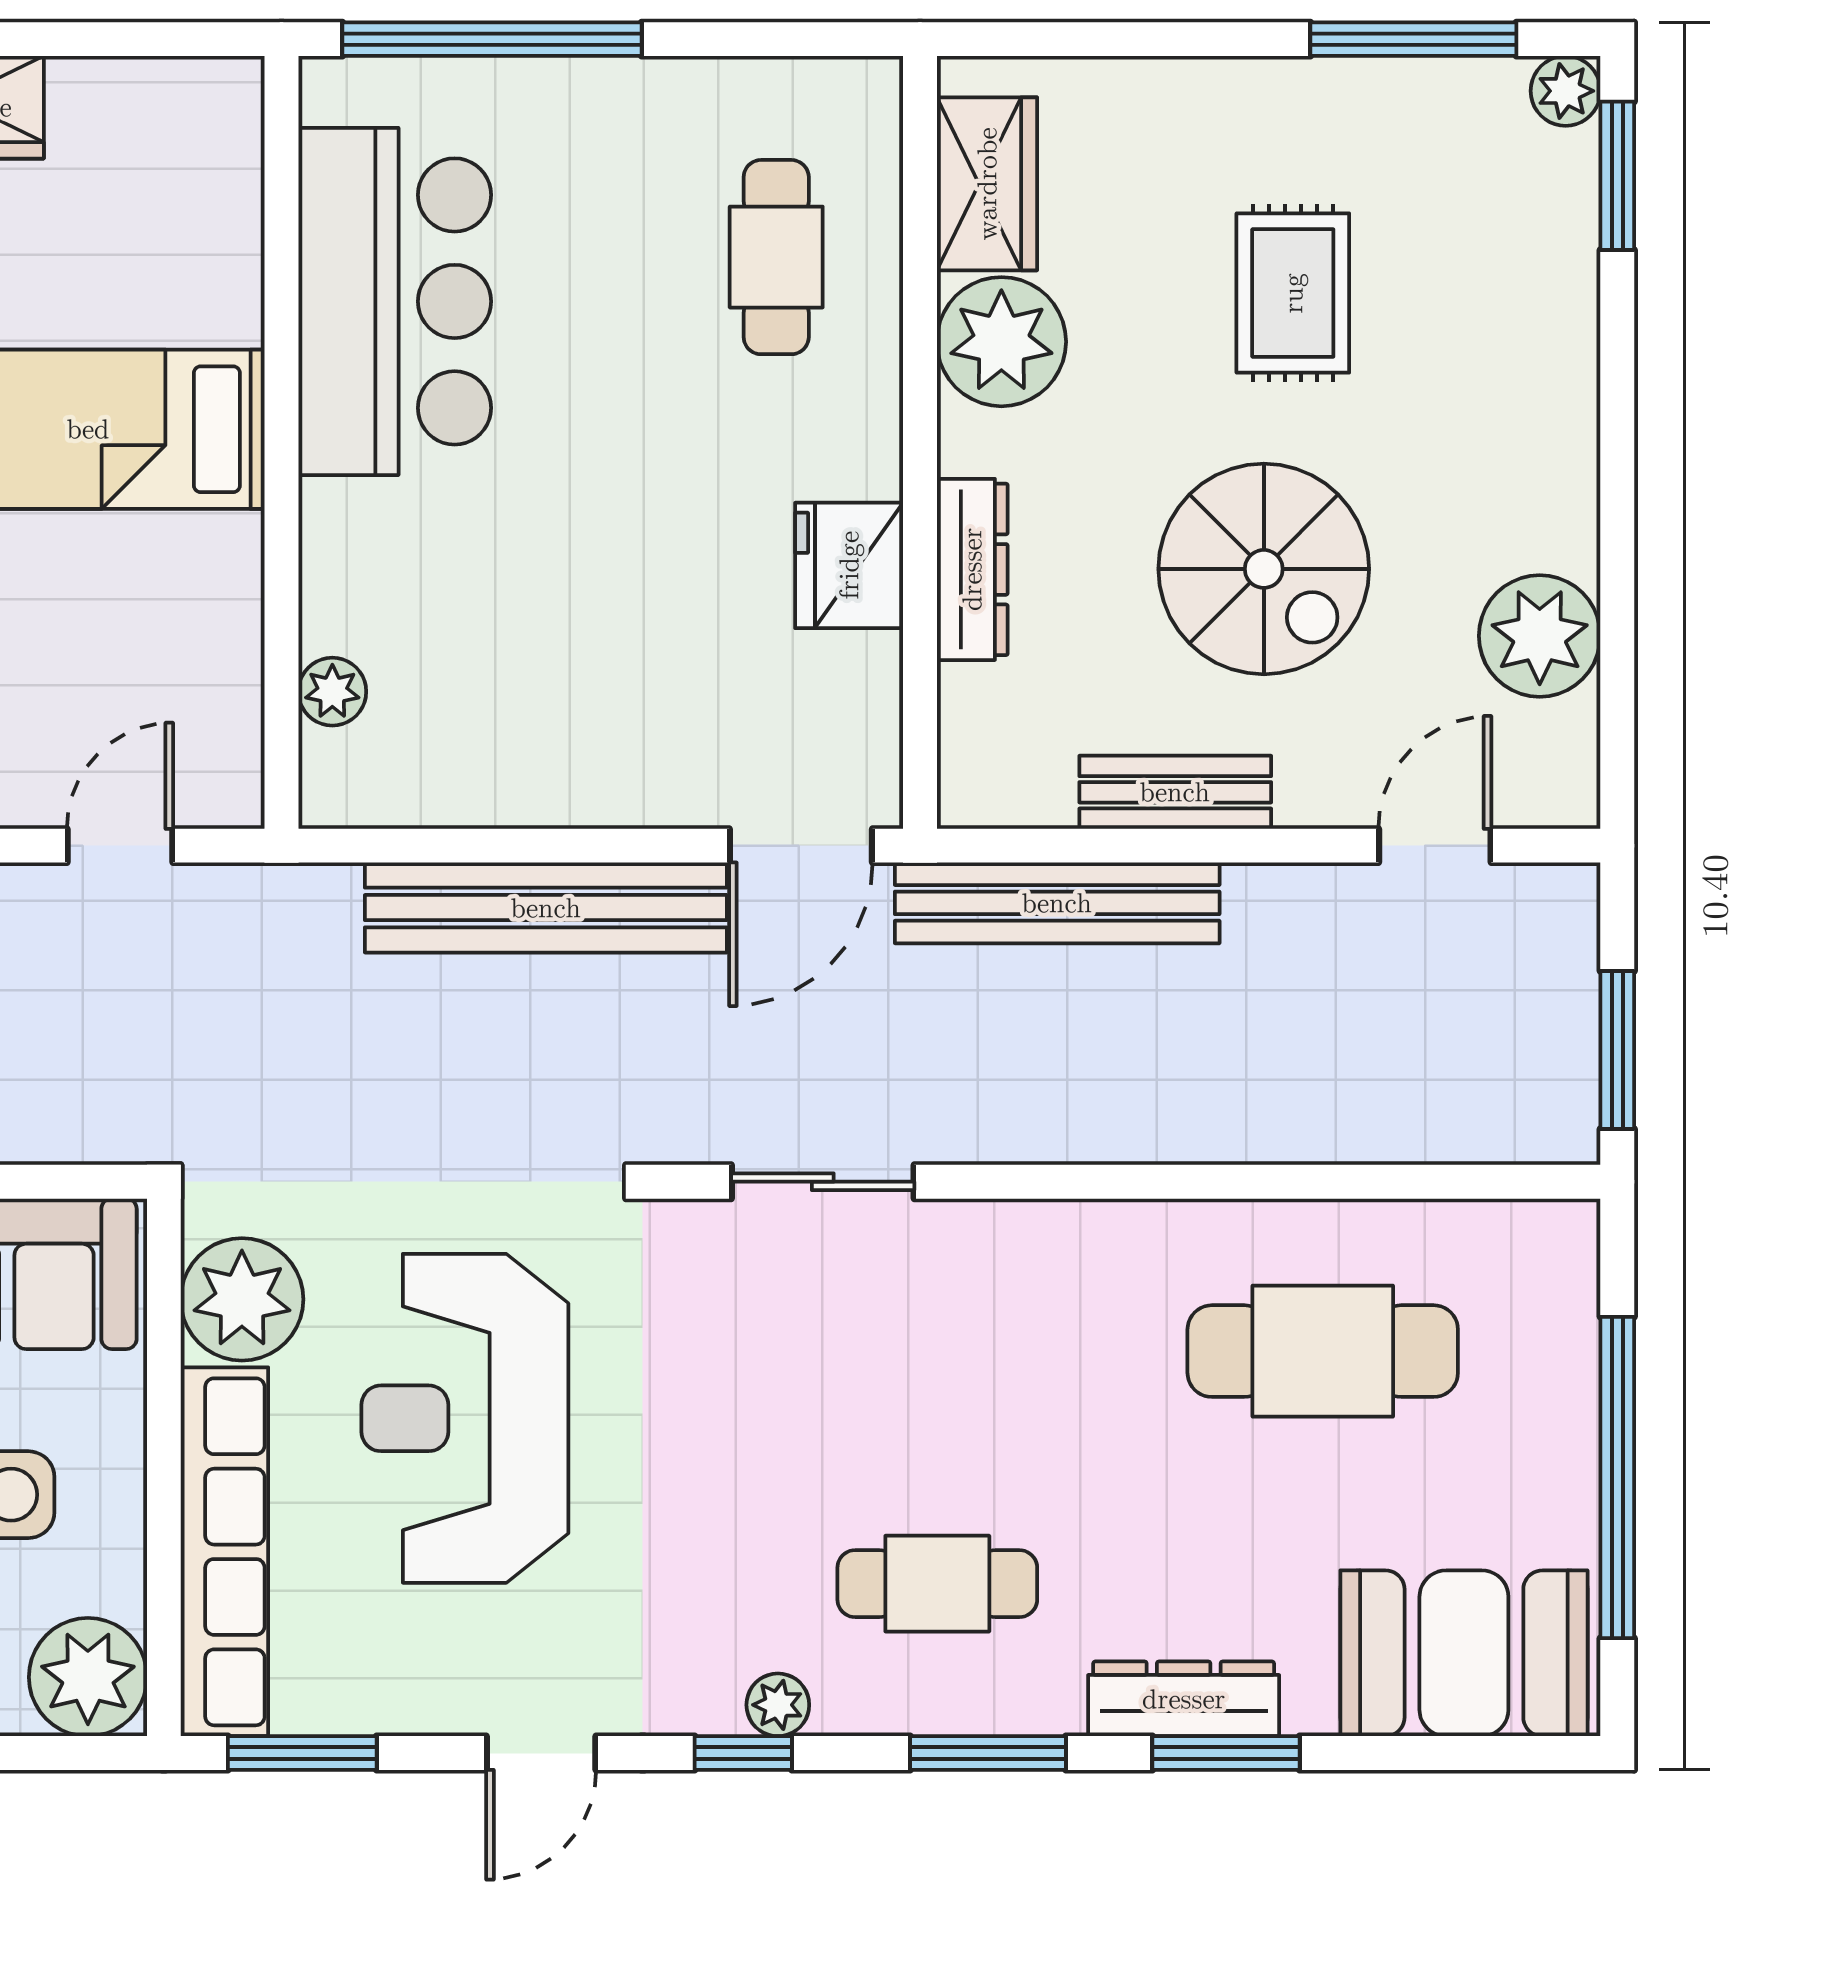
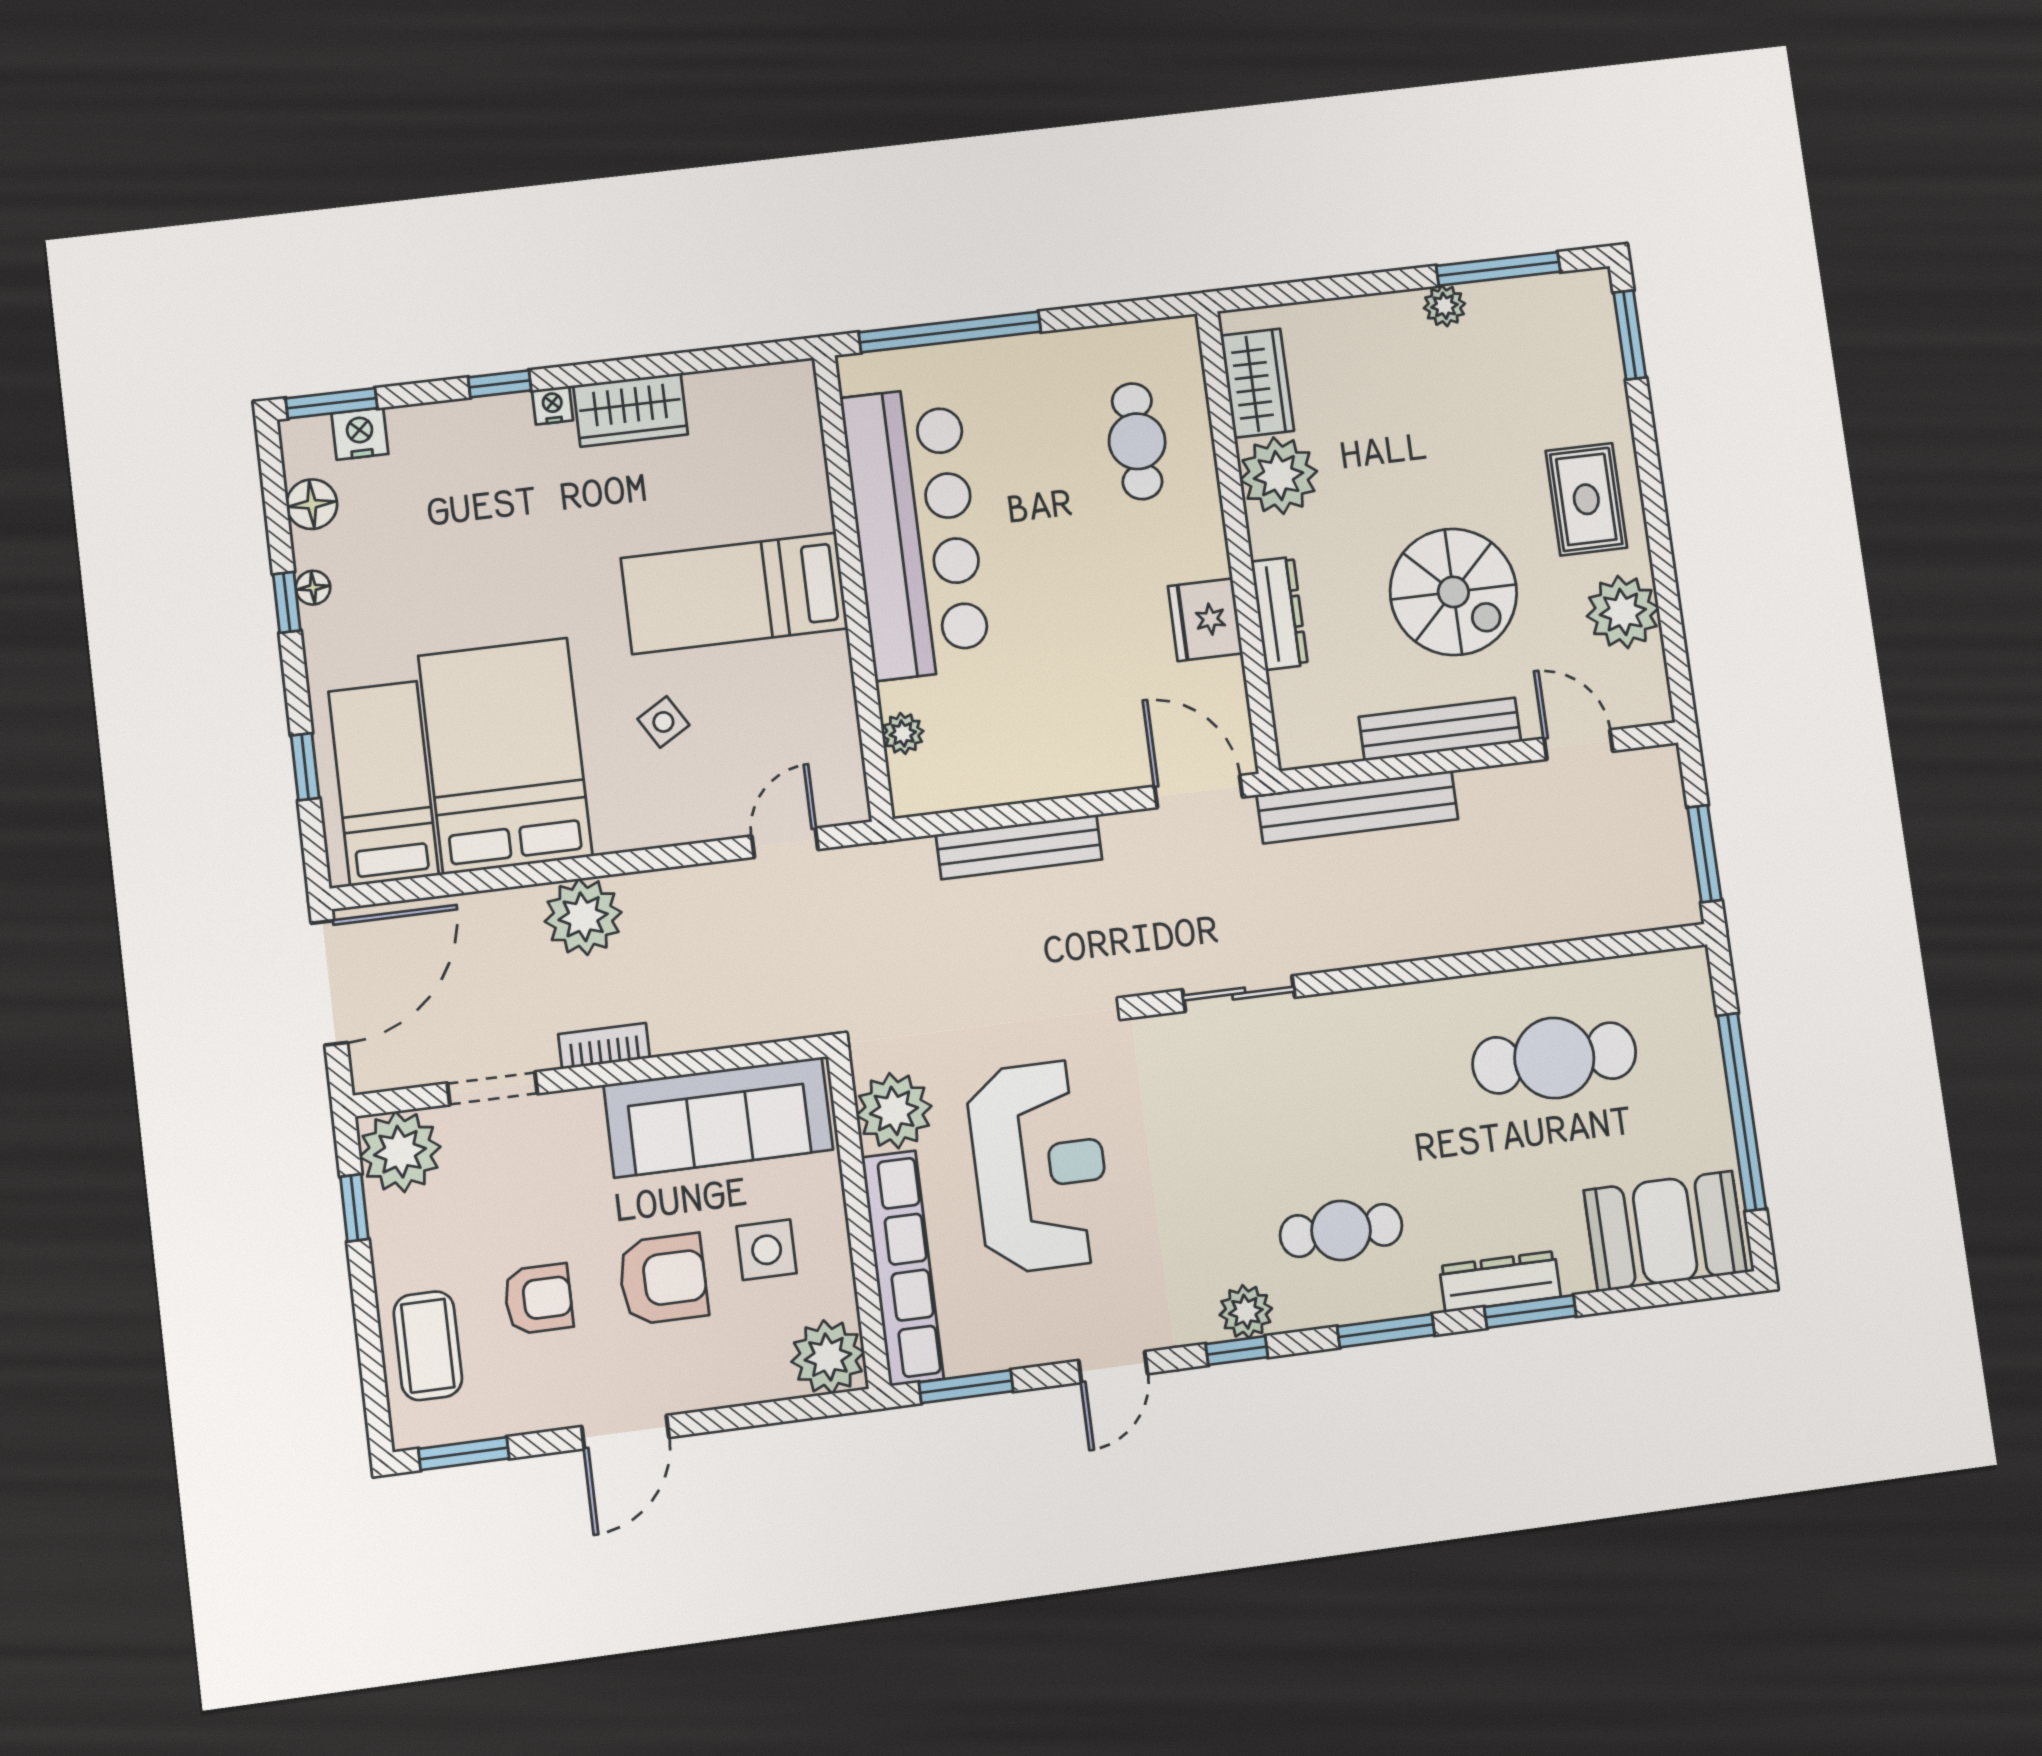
plant: (1566, 91) -> (1444, 306), moved
rug: (1293, 293) -> (1586, 499), moved
bar counter: (395, 301) -> (916, 532), width x1.36
bench: (1175, 792) -> (1440, 729), width x1.36
door: (801, 846) -> (1199, 792), swing flipped
door: (1435, 846) -> (1578, 745), hinge flipped
bench: (546, 908) -> (1019, 847), width x0.73, depth x0.82
reception desk: (465, 1418) -> (1040, 1166), turned 180
plant: (778, 1705) -> (1246, 1312), width x1.38, depth x1.38

